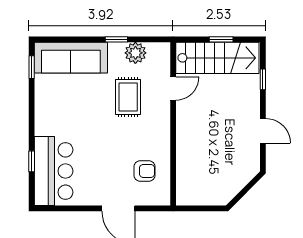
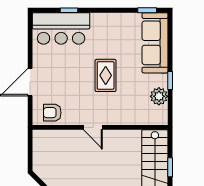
door: (173, 89) -> (93, 127), moved
rug: (128, 97) -> (106, 75), moved, turned 90
armchair: (145, 171) -> (52, 113), moved, turned 90

